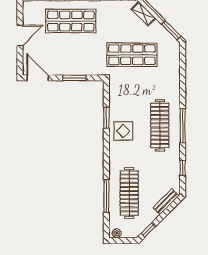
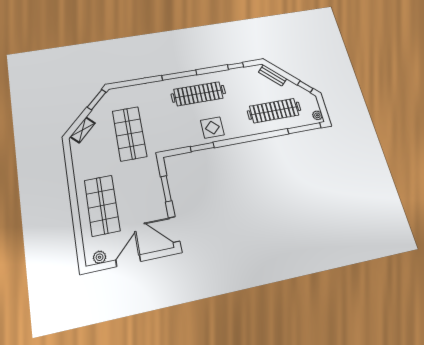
plant: (28, 13) -> (100, 257), added
door: (20, 35) -> (128, 261), hinge flipped
door: (38, 78) -> (174, 230), hinge flipped
window: (183, 126) -> (179, 75), moved
window: (106, 196) -> (304, 128), moved

